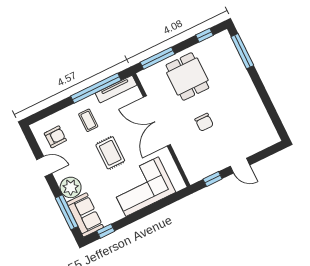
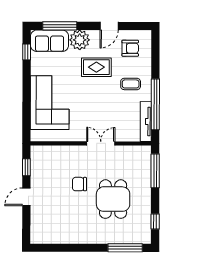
dining table: (187, 76) -> (113, 199), moved, turned 90
double door: (157, 121) -> (101, 143), width x0.54
armchair: (55, 137) -> (130, 48), turned -89
rug: (110, 153) -> (96, 67), moved

